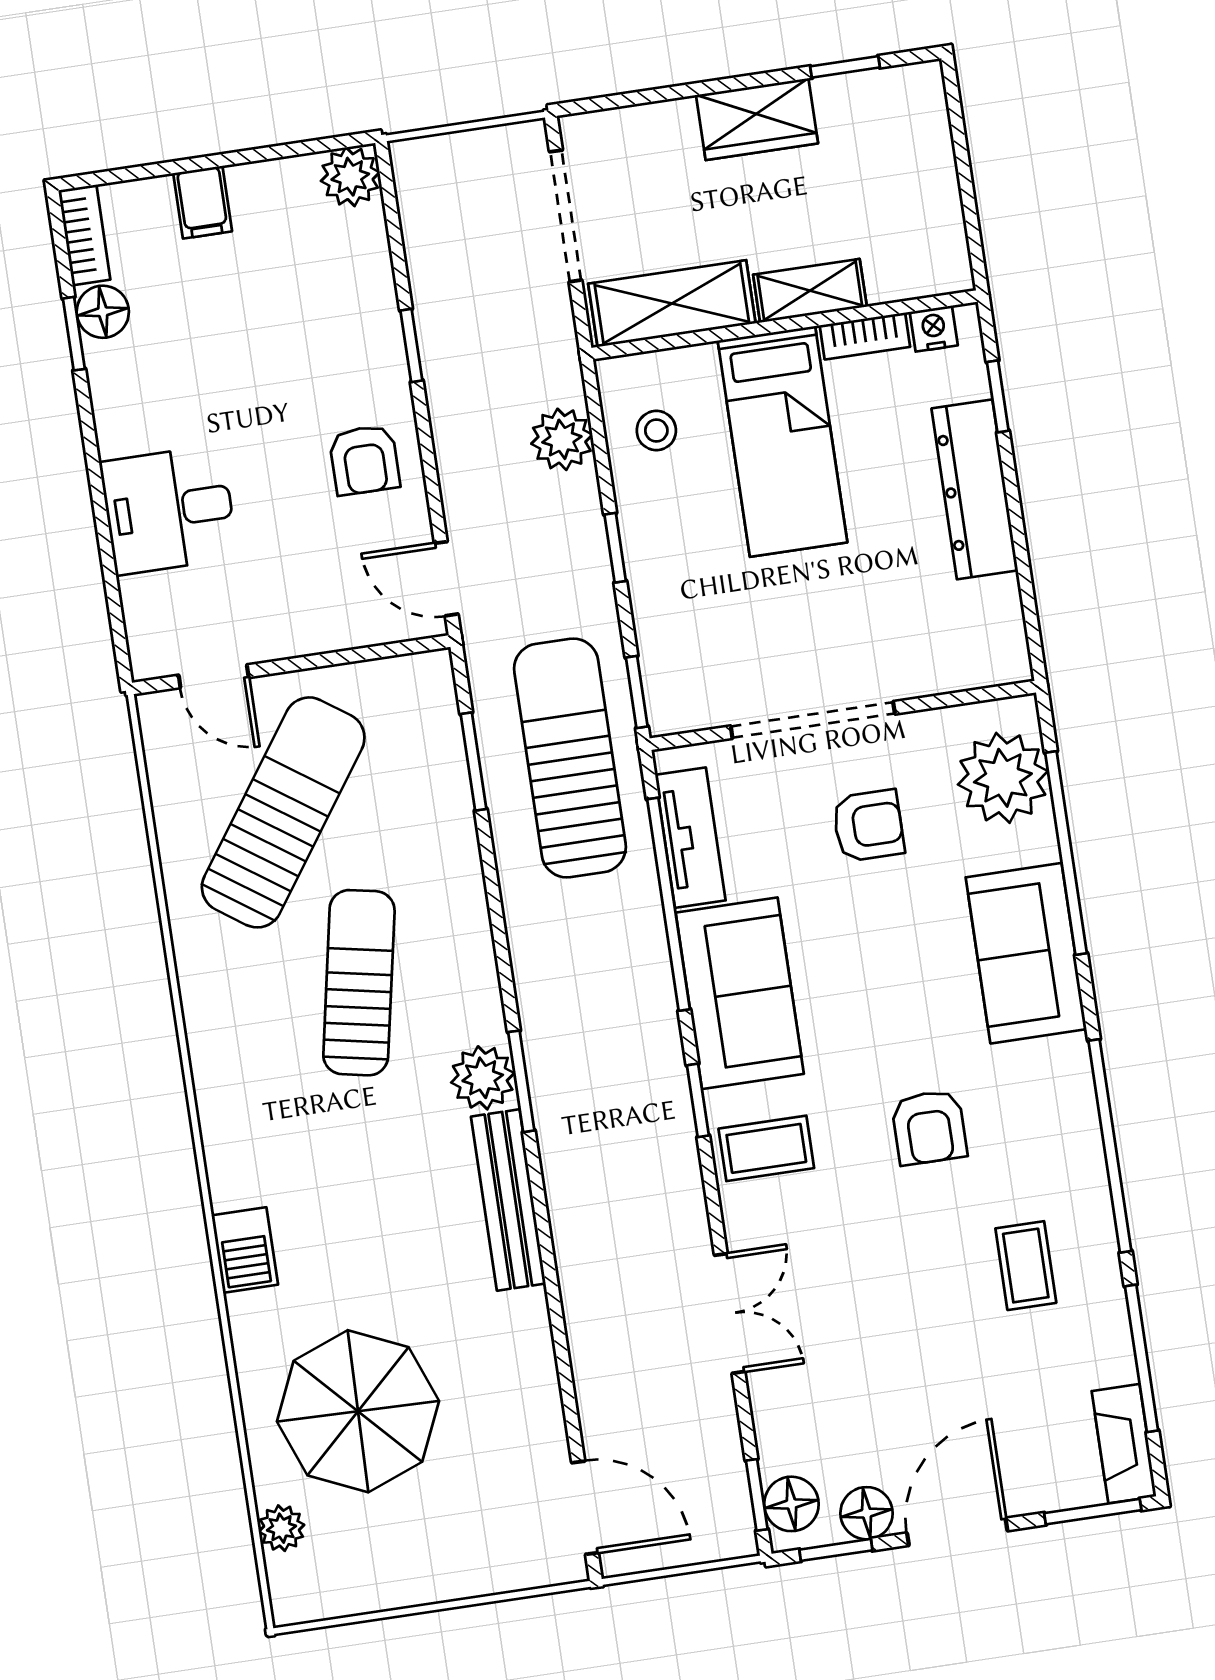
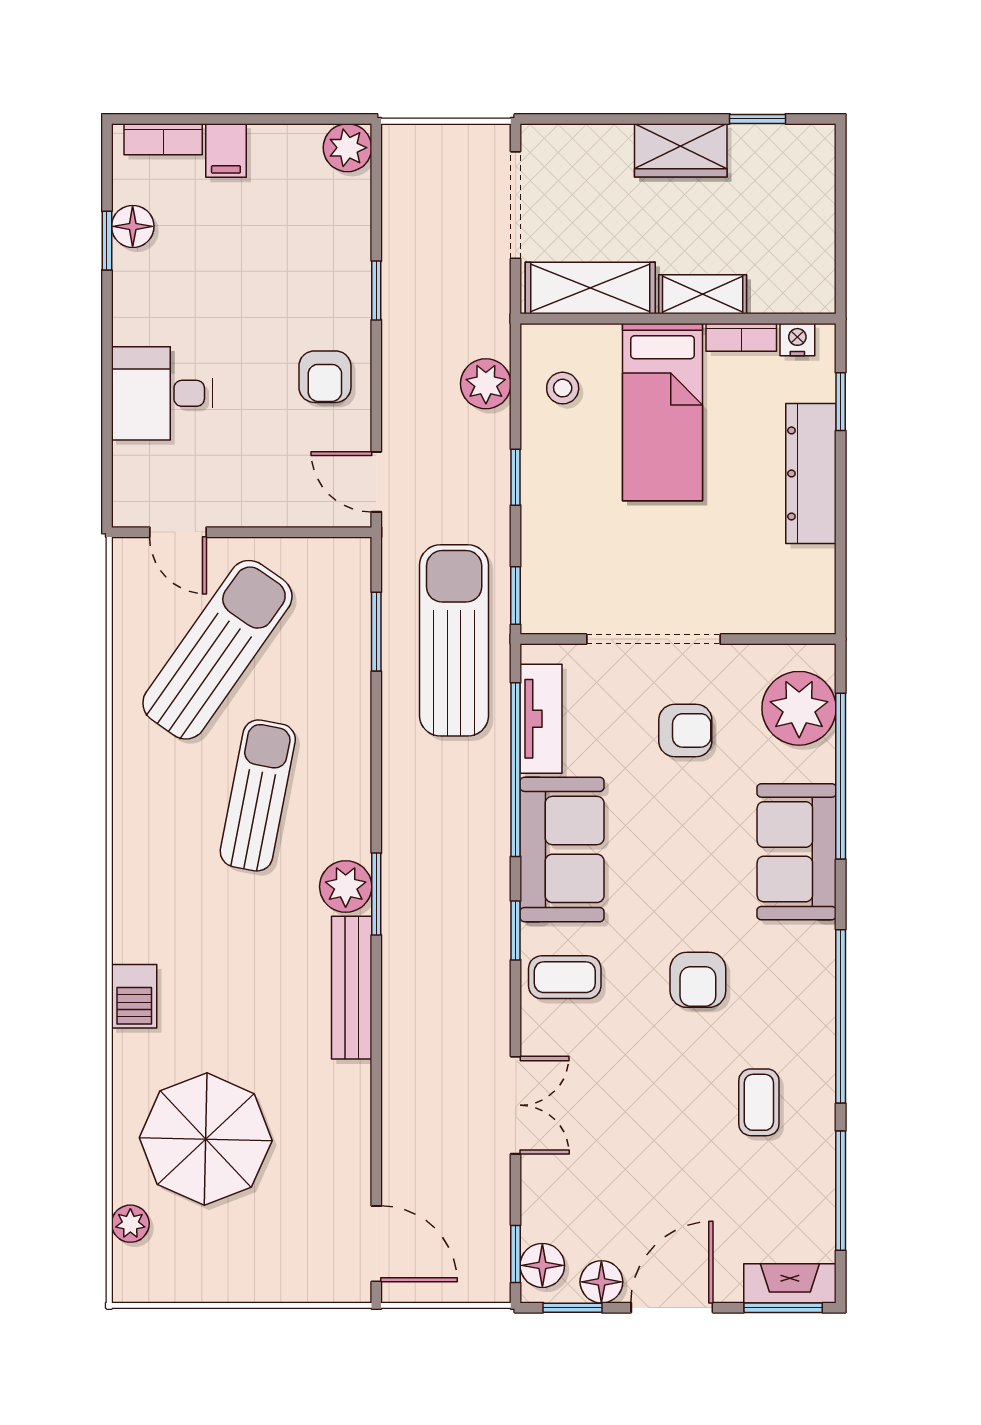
bookcase: (84, 235) -> (163, 139), moved, turned 90
fireplace: (1124, 1444) -> (790, 1283), moved, turned 90

